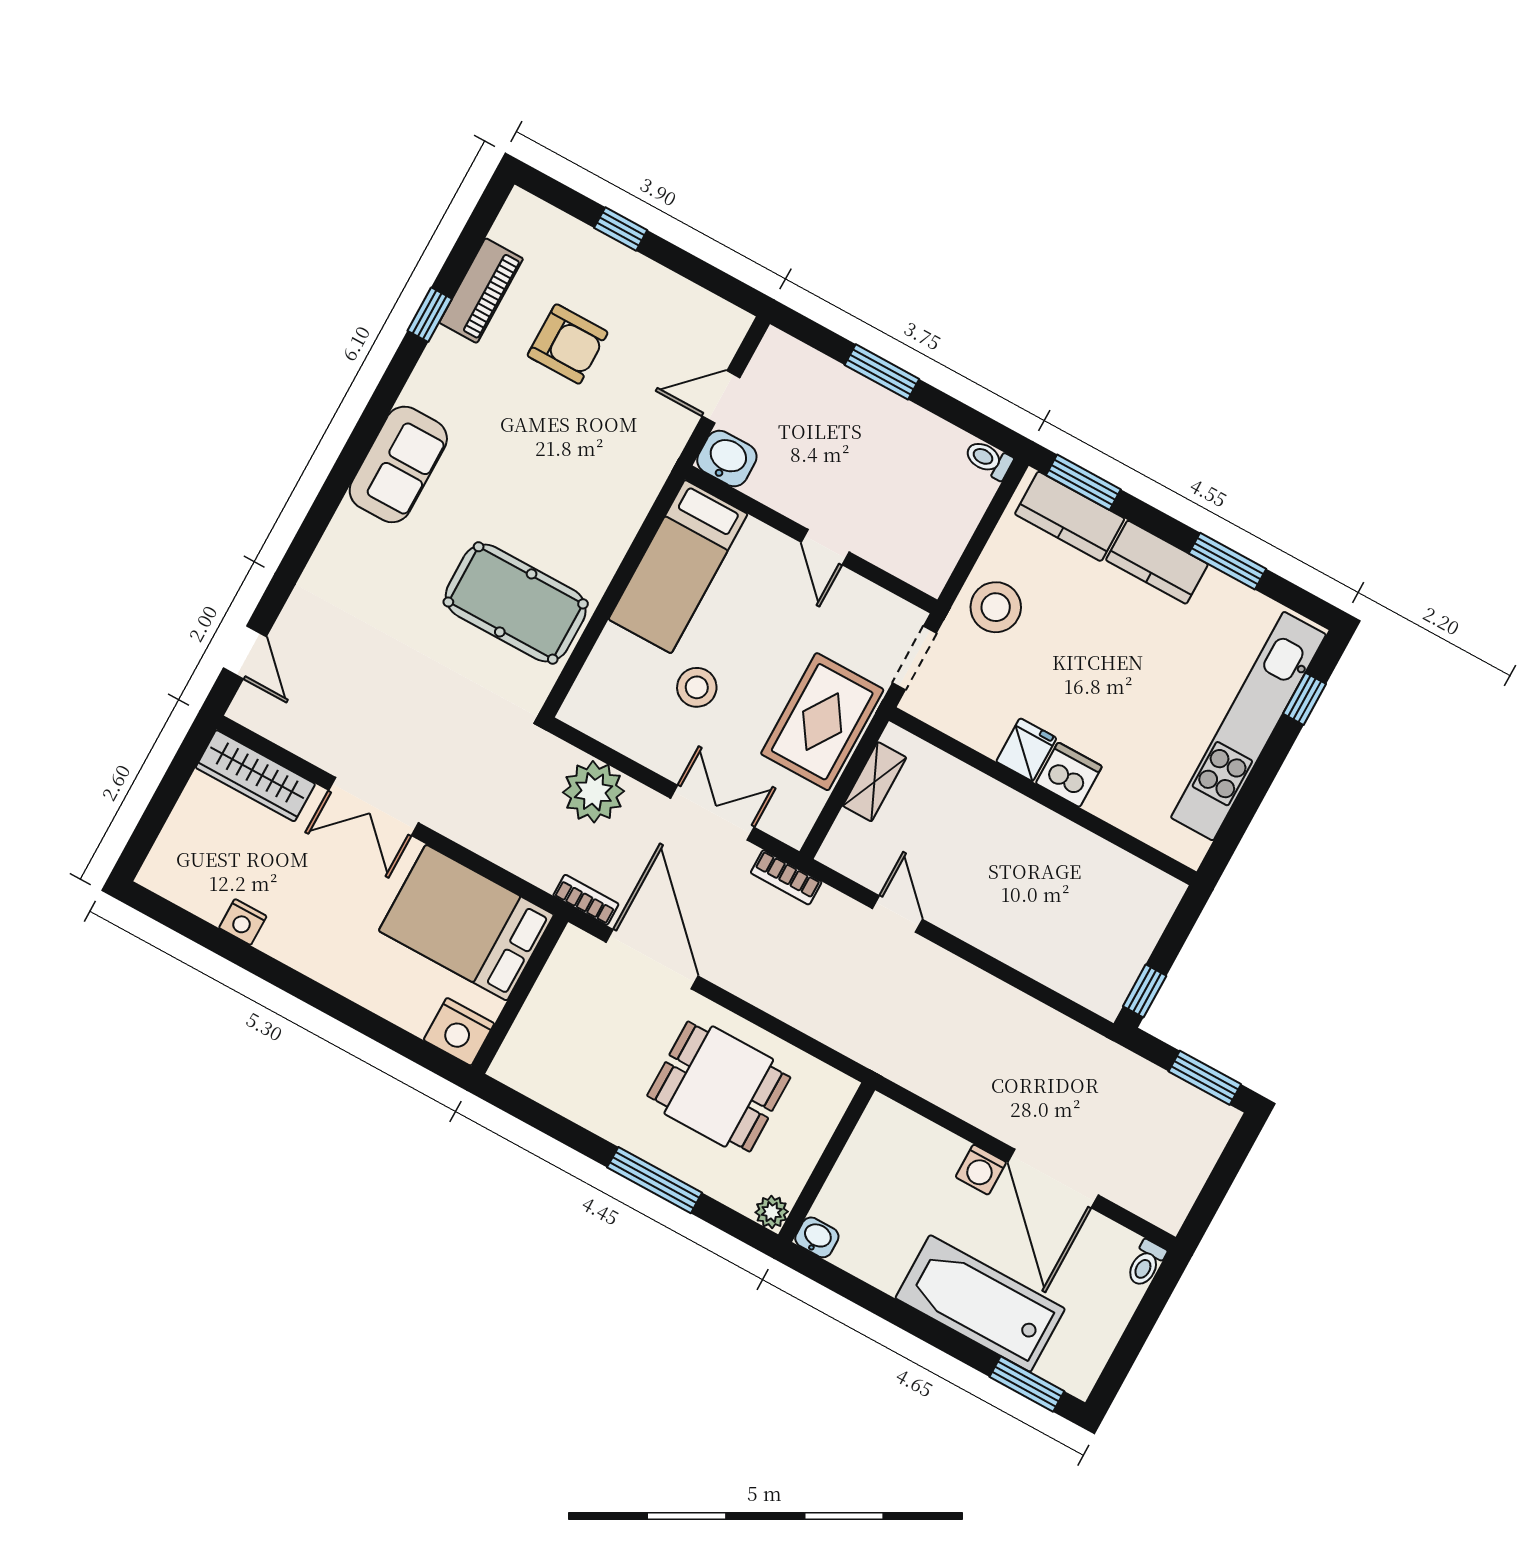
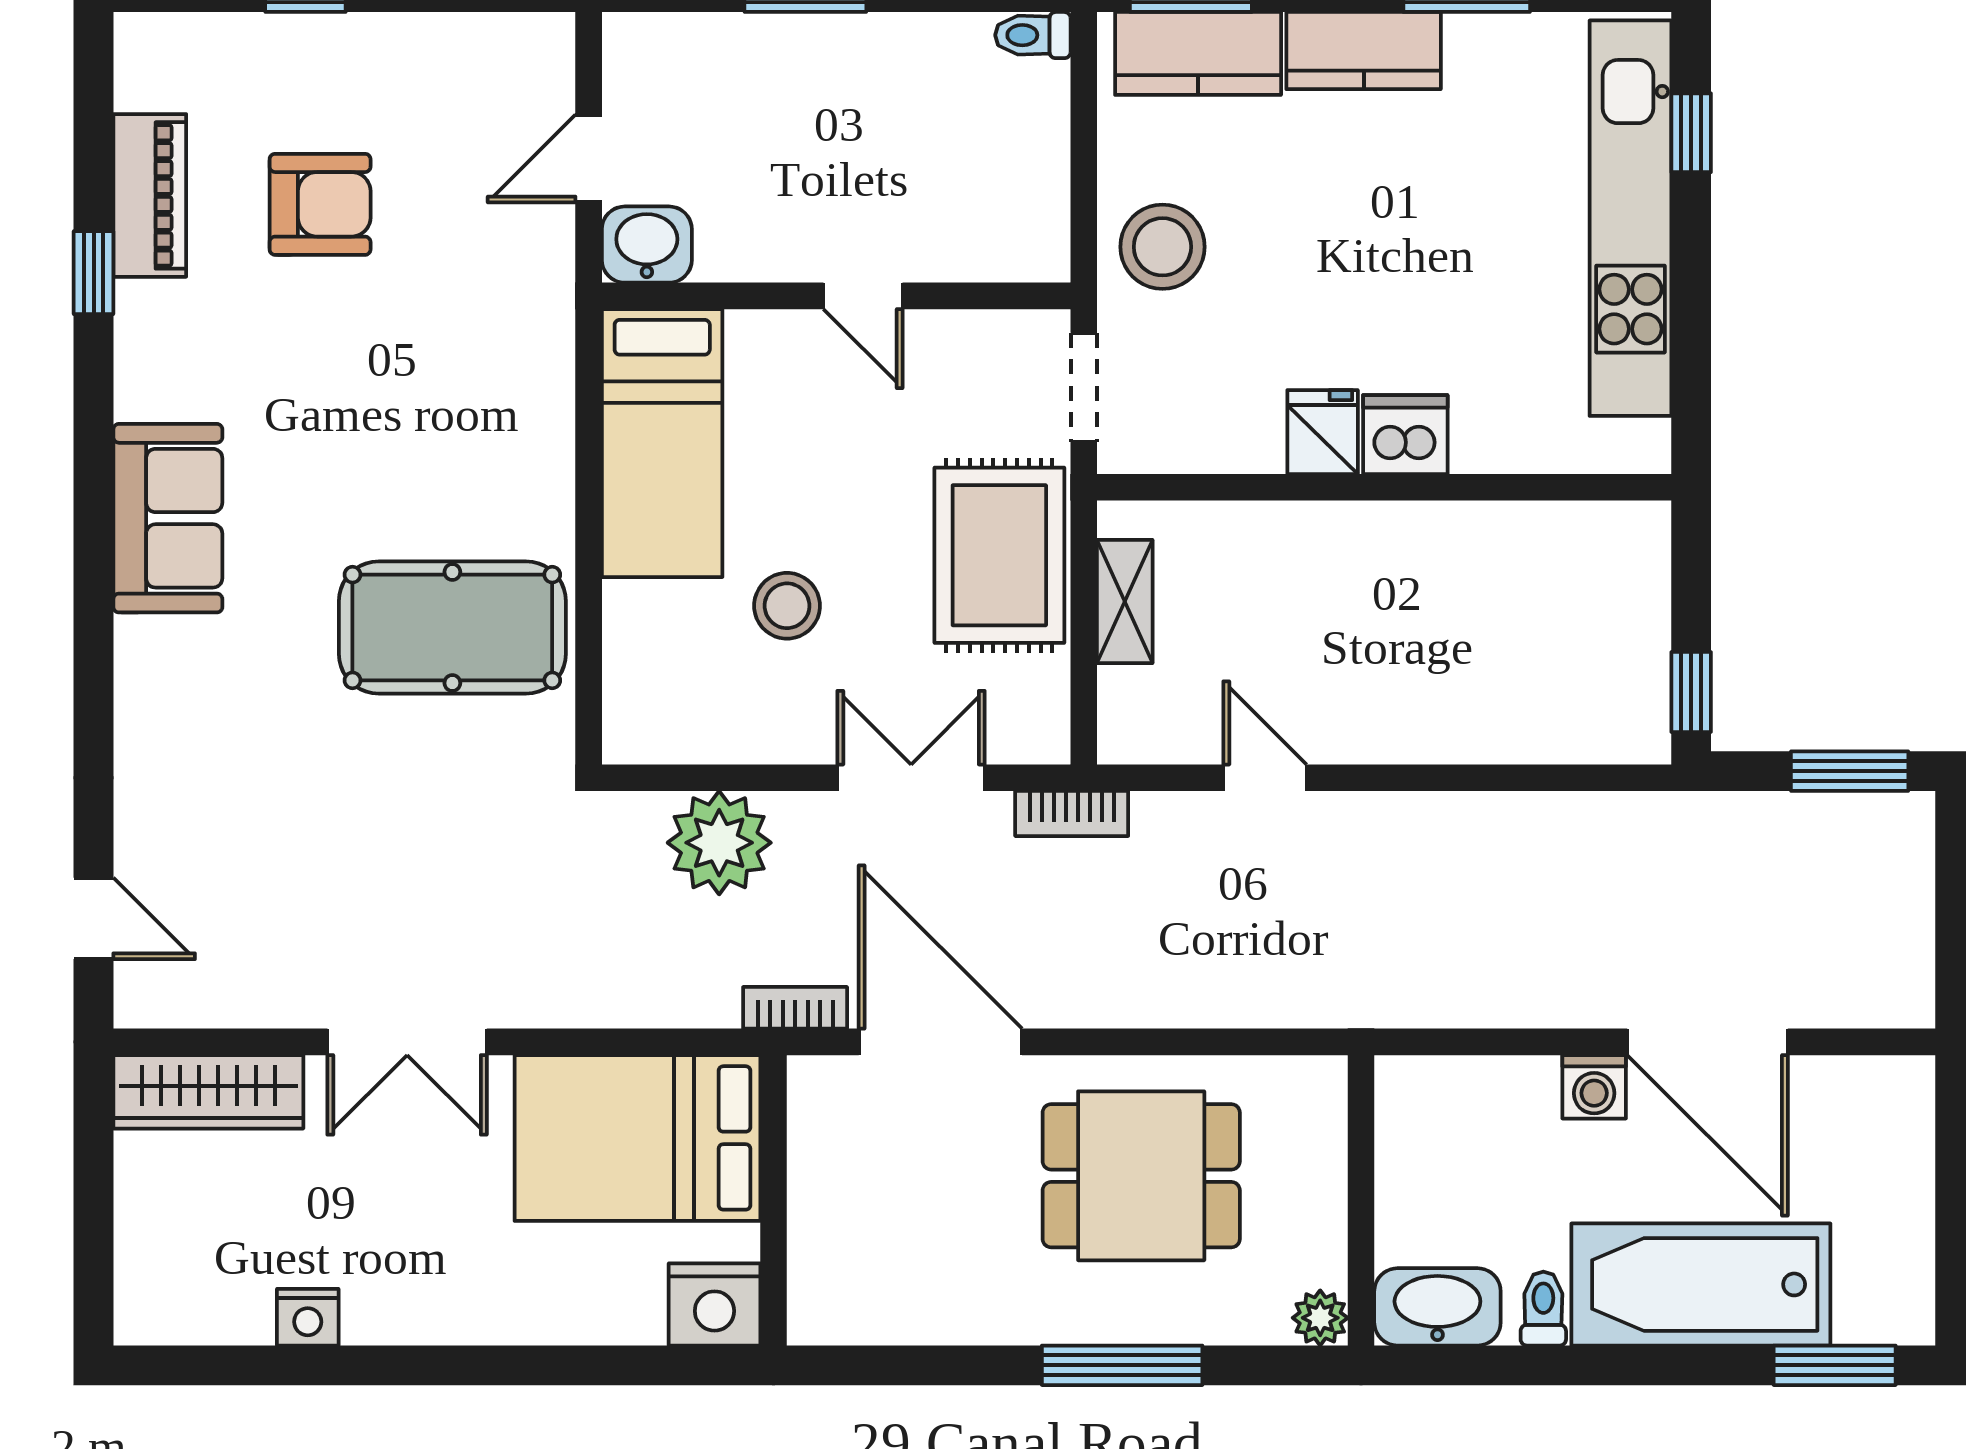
washbasin: (817, 1237) -> (1437, 1307), width x1.91, depth x1.45
toilet: (1146, 1263) -> (1543, 1309), moved, turned 180

